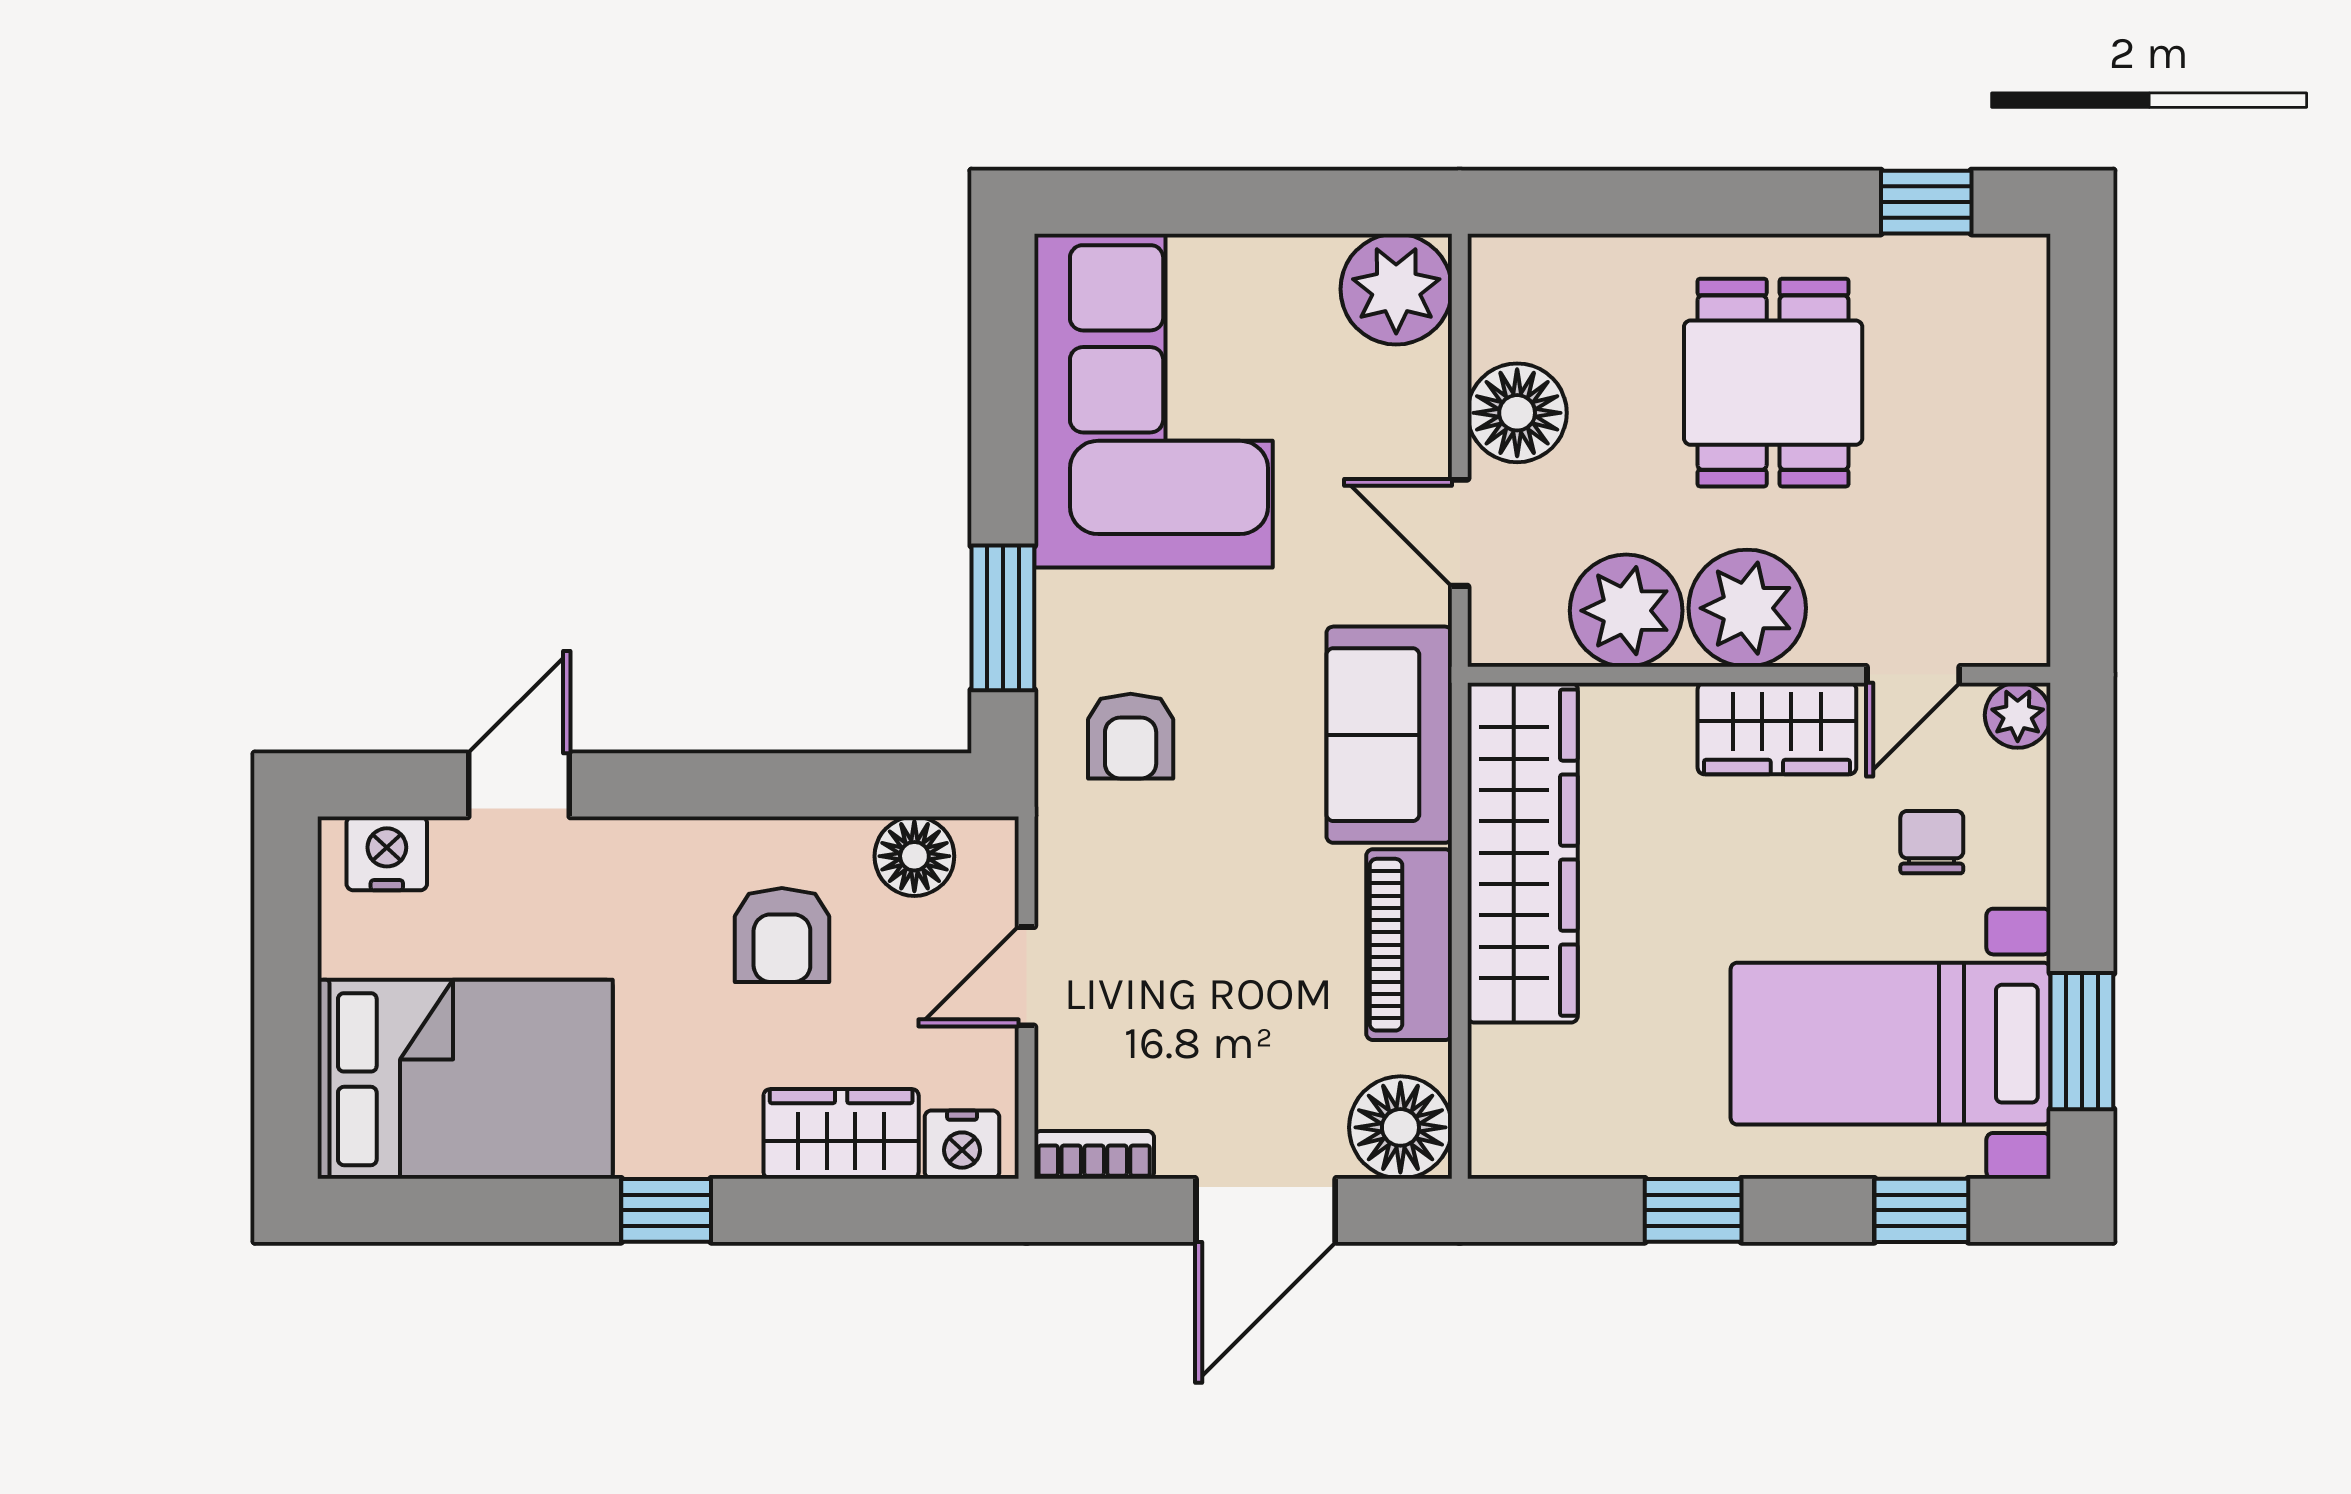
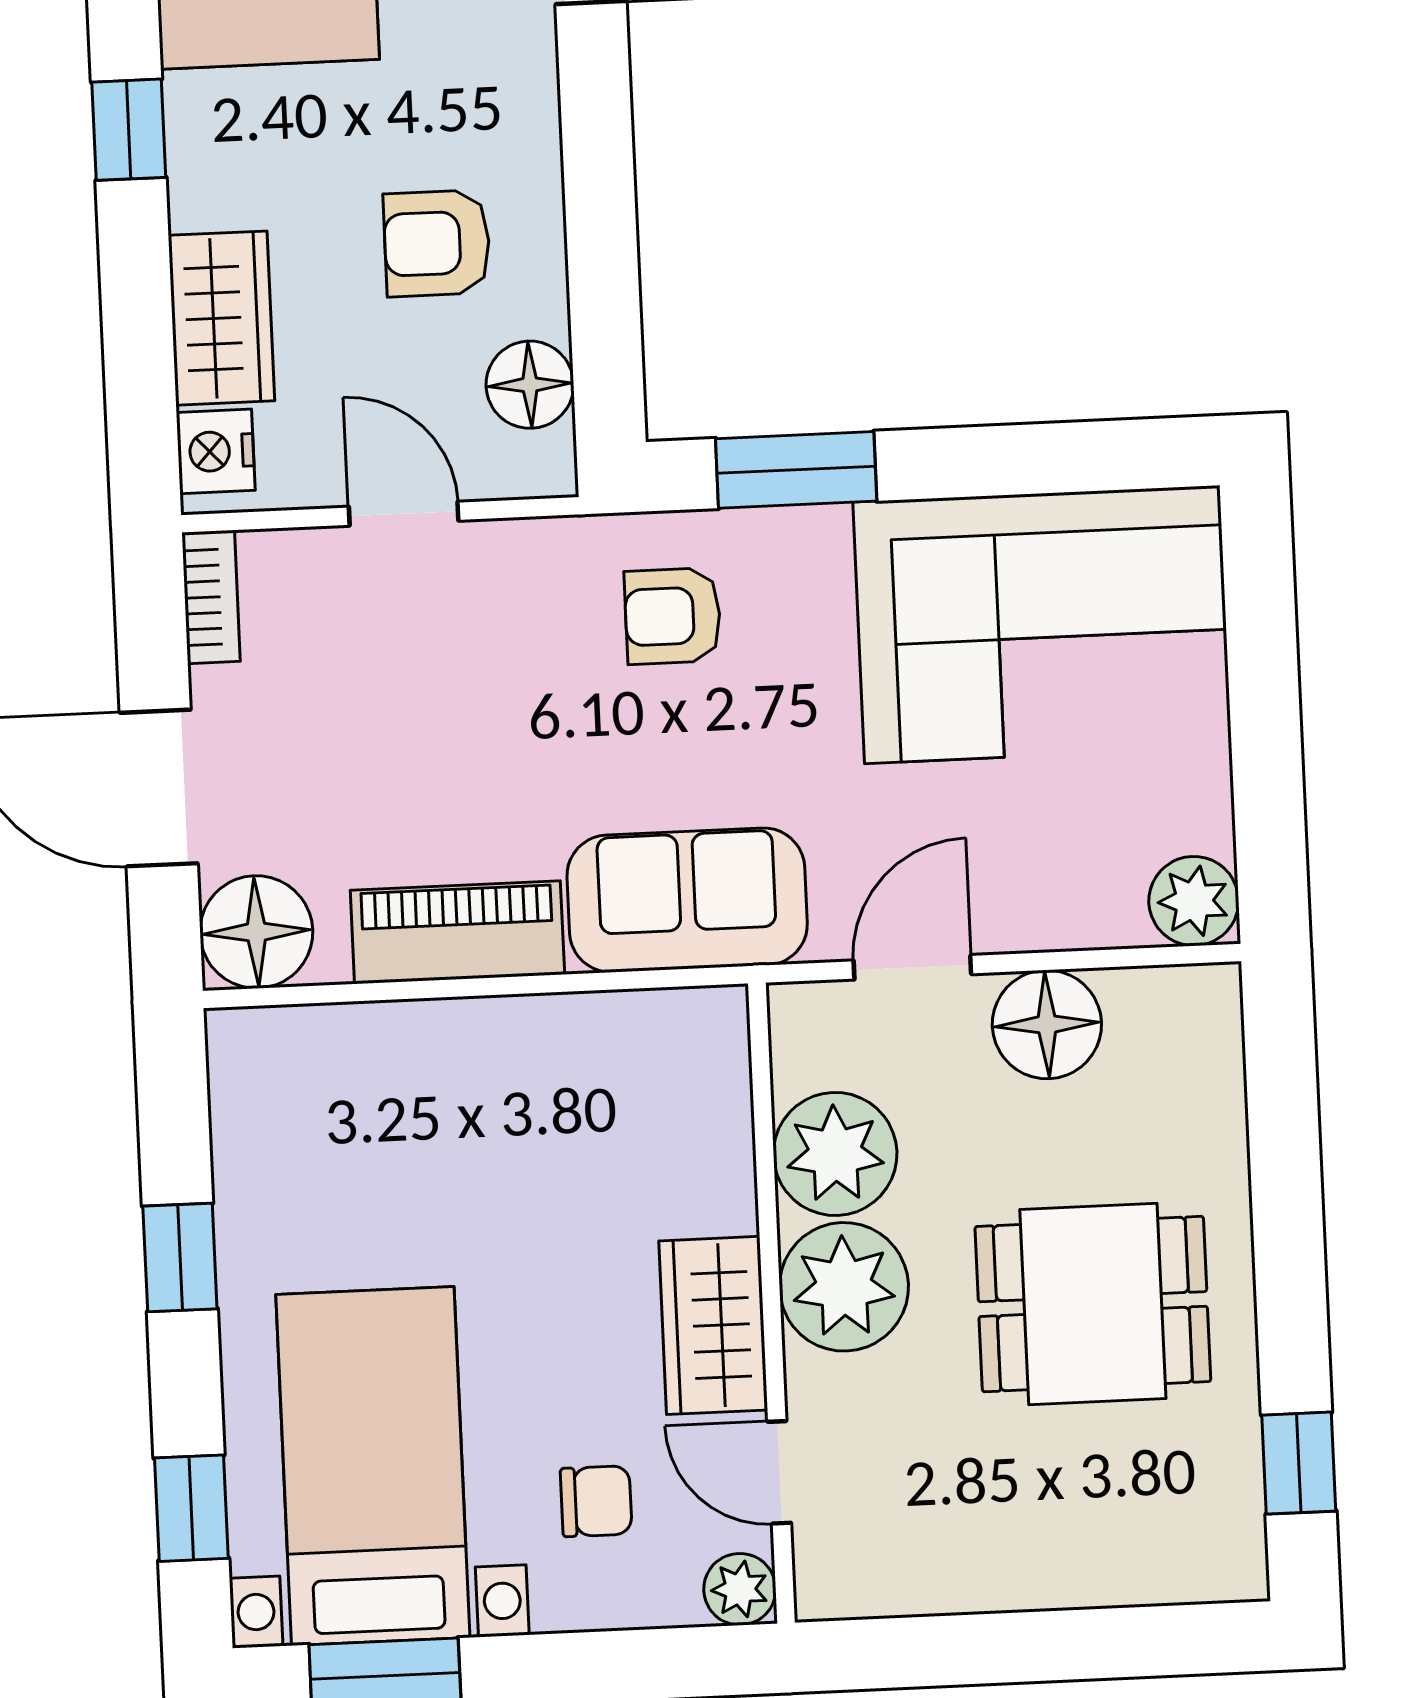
plant: (1396, 289) -> (1194, 901), width x0.73, depth x0.73
wardrobe: (1523, 853) -> (564, 1052), removed

